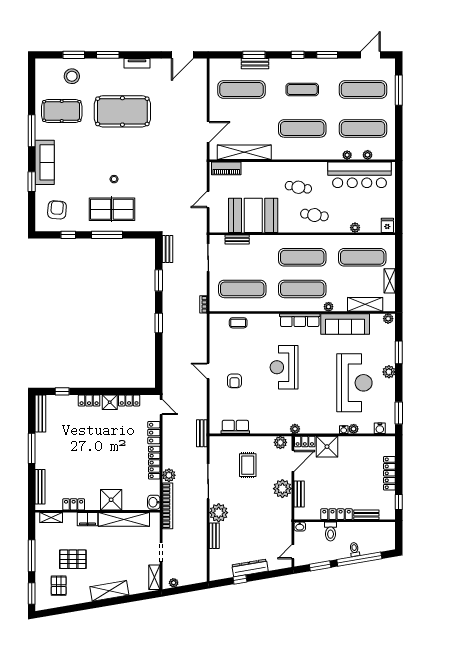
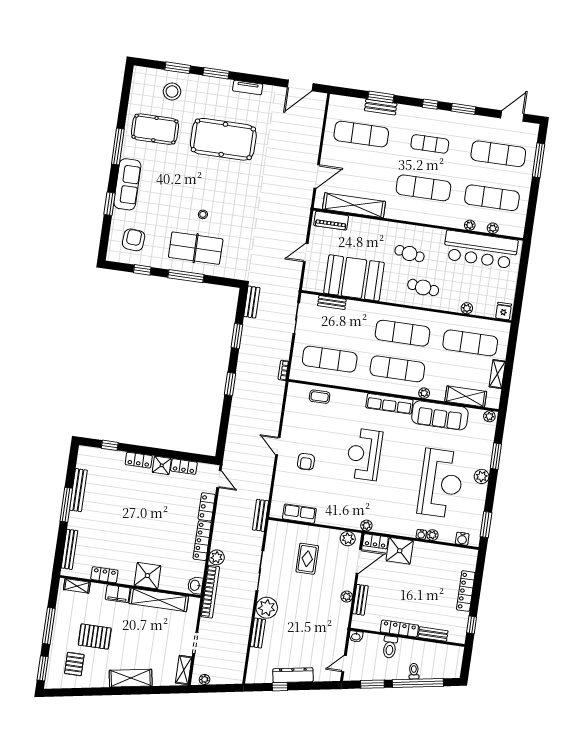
bench: (40, 413) -> (78, 490), moved
plant: (282, 489) -> (347, 597), width x0.53, depth x0.53

